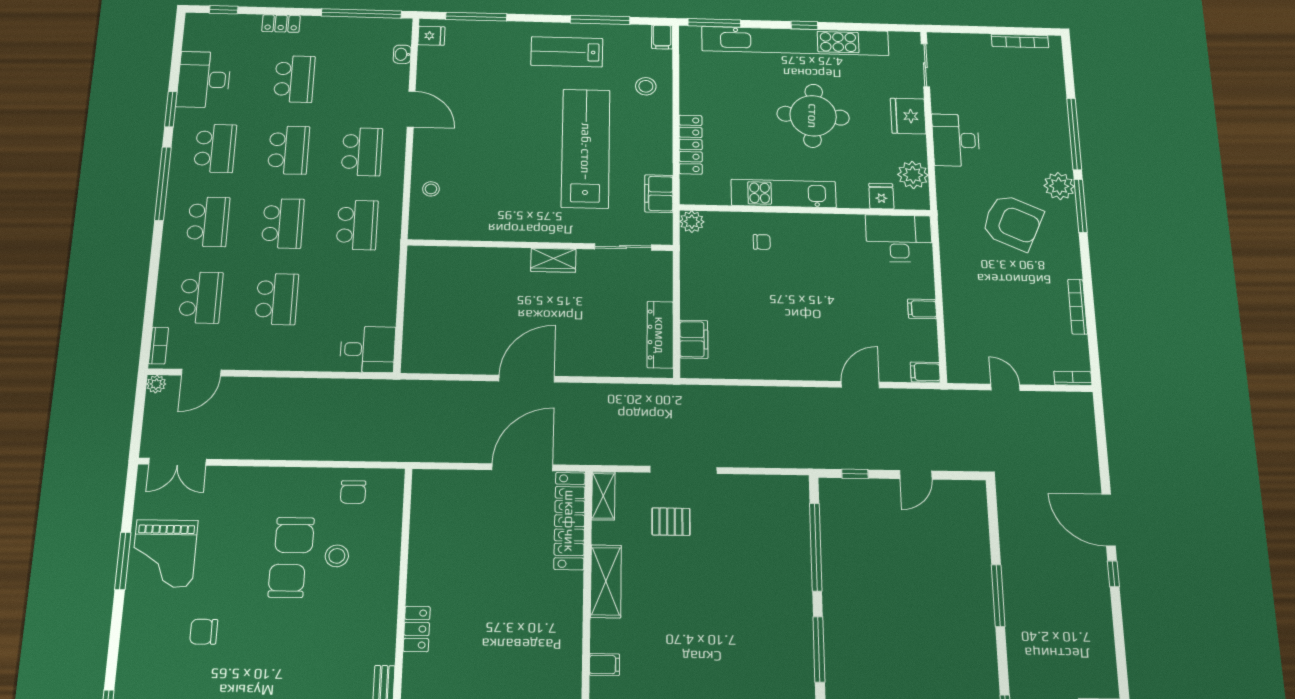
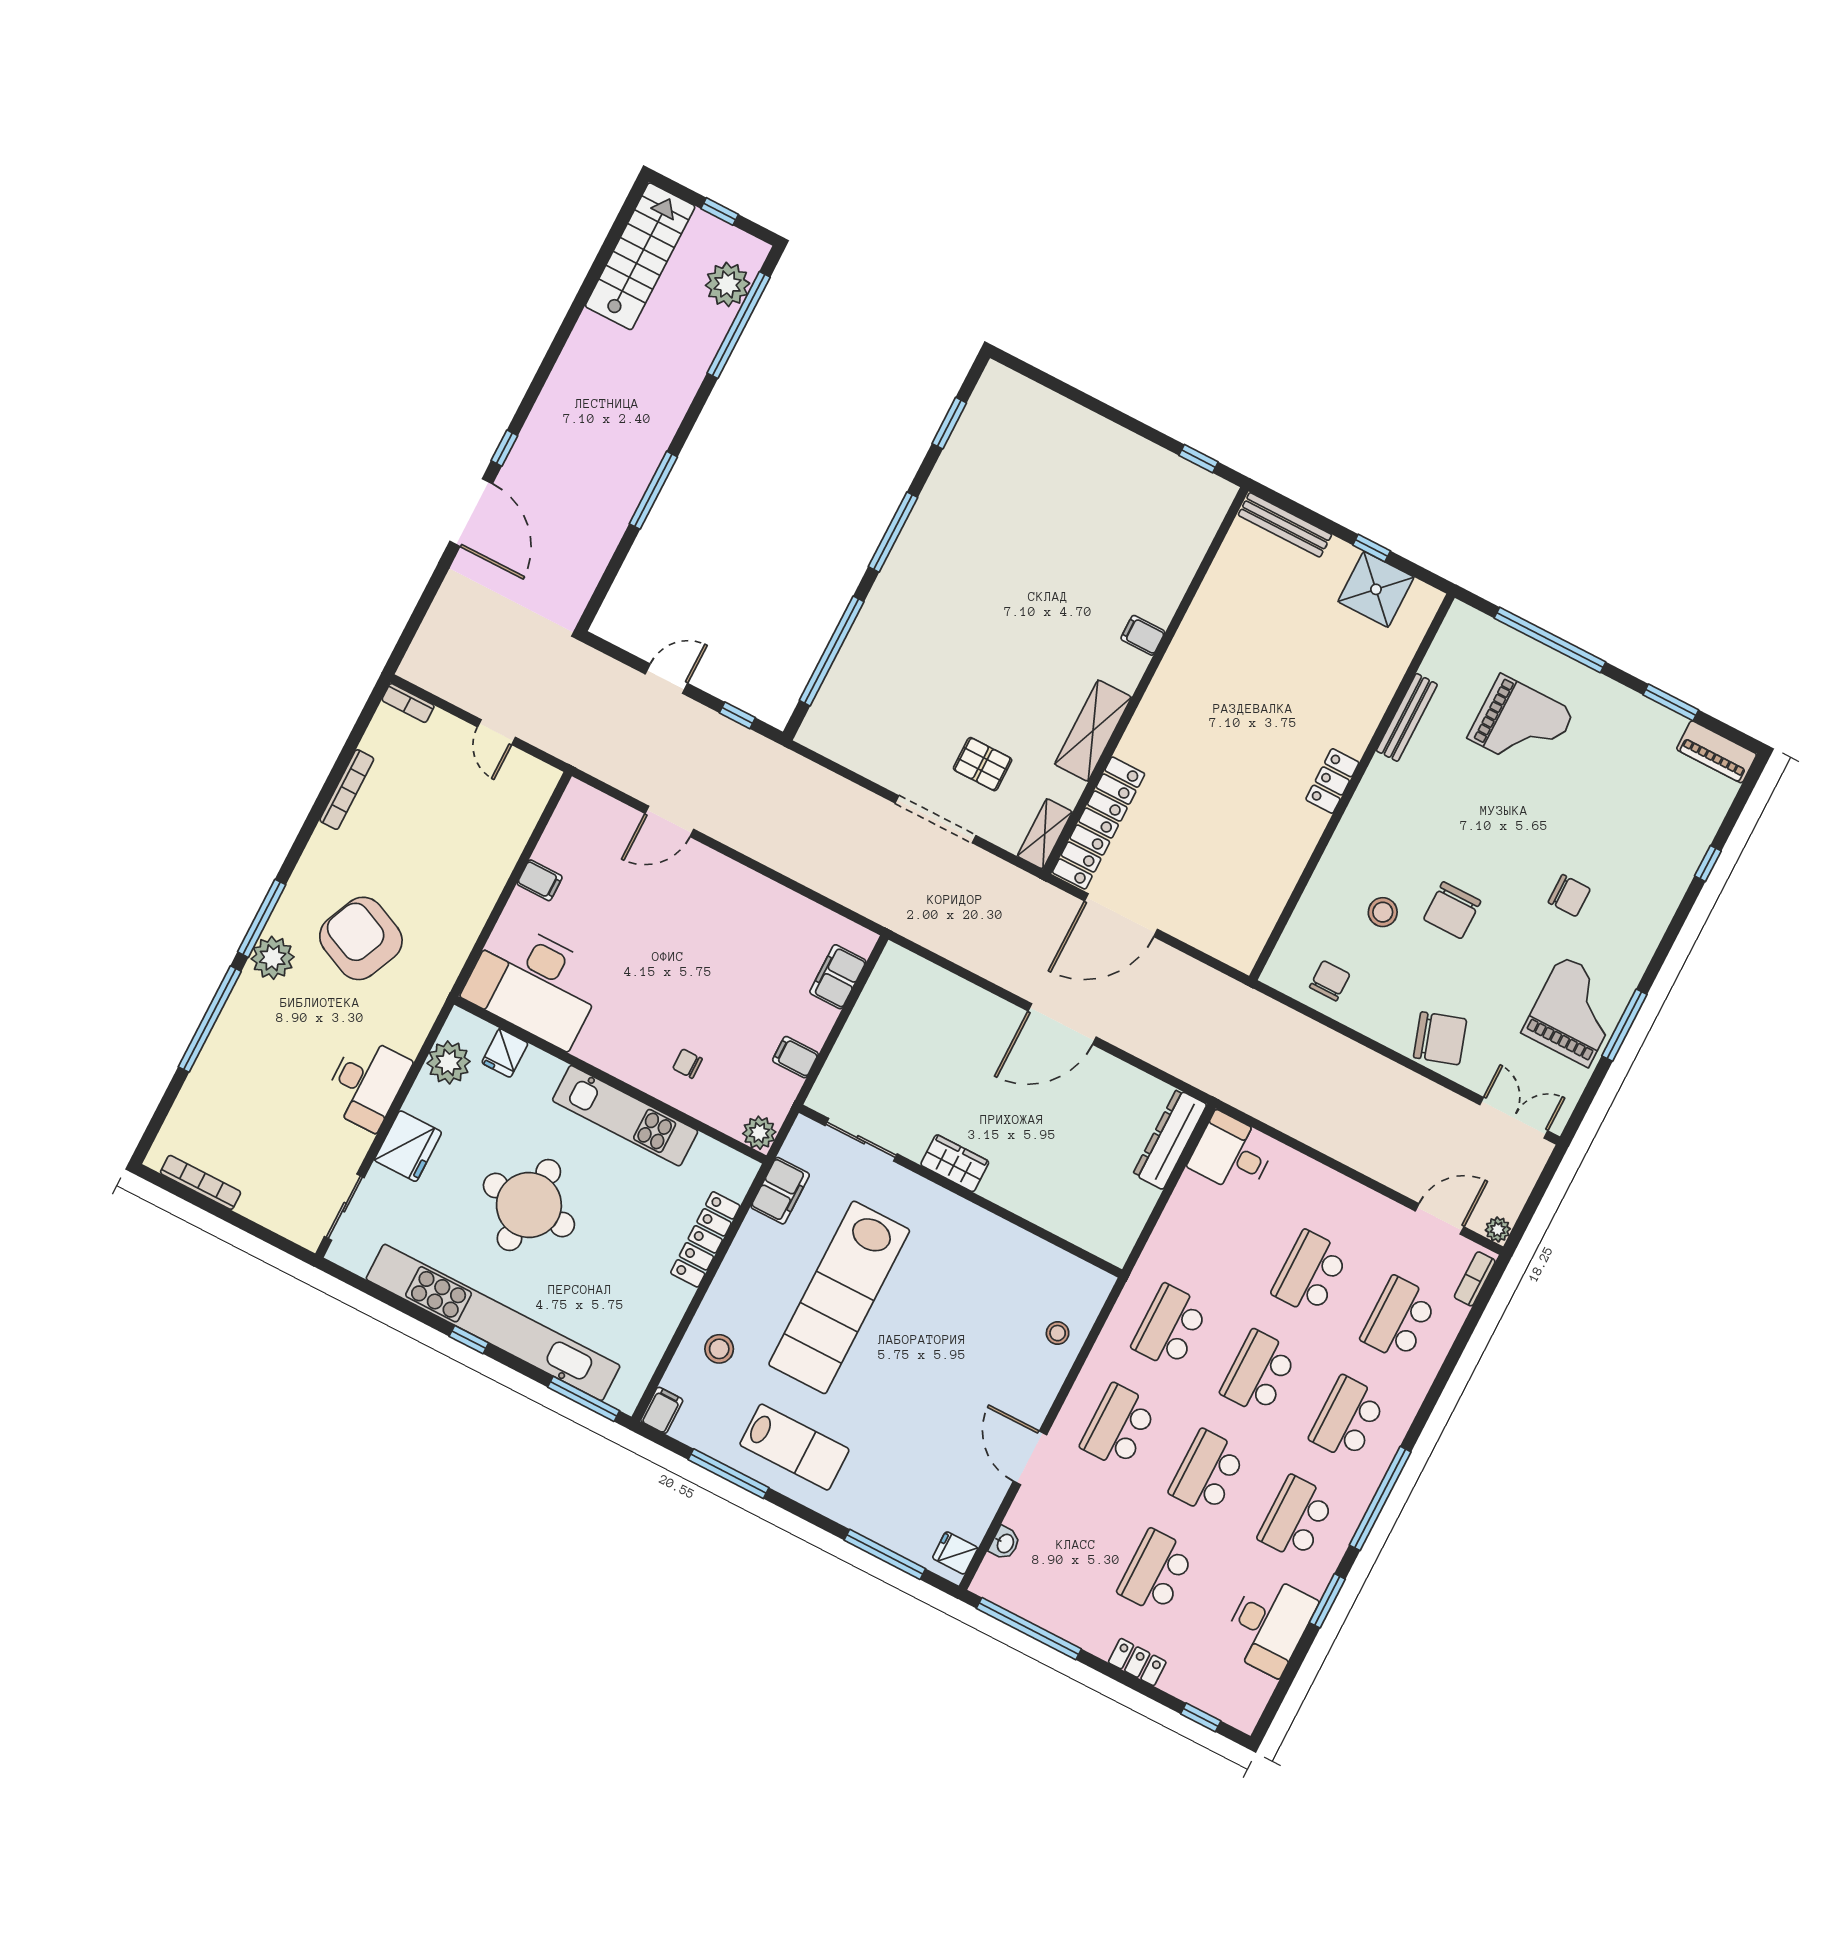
desk: (899, 238) -> (535, 984), width x1.36, depth x1.30
dresser: (660, 335) -> (1170, 1139), moved, turned 180
filing cabinet: (925, 372) -> (795, 1057), moved, turned 180
chair: (295, 535) -> (1440, 1038), moved, turned 72

